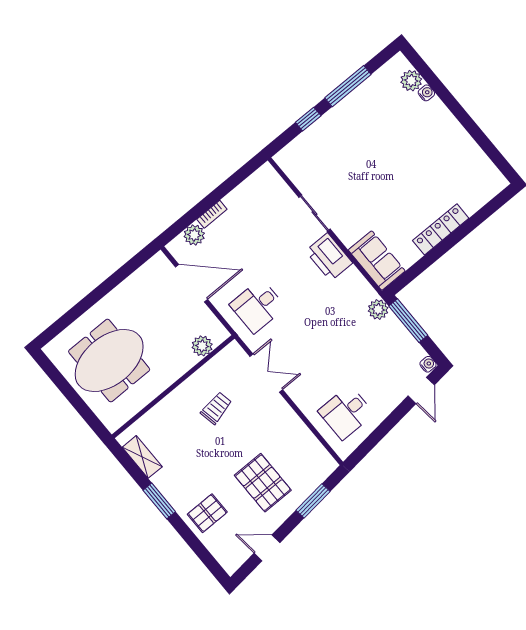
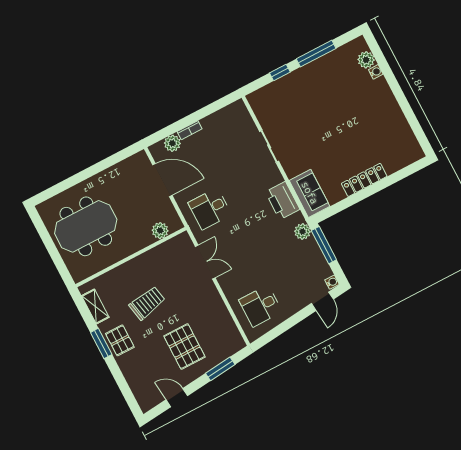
printer: (329, 257) -> (283, 201), moved
trolley: (216, 408) -> (147, 303), moved, width x1.36, depth x1.39
pallet: (207, 513) -> (120, 340), moved, turned 90

